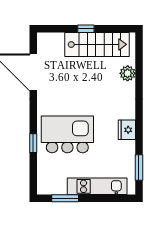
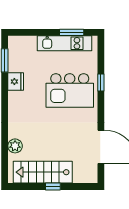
fridge: (127, 130) -> (16, 82), moved
kitchen unit: (97, 186) -> (65, 43), moved

